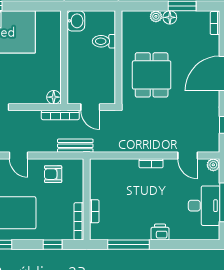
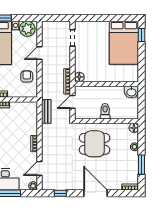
floor lamp: (170, 17) -> (134, 128), moved
toilet: (104, 41) -> (105, 111), moved
bench: (75, 146) -> (46, 111), moved

